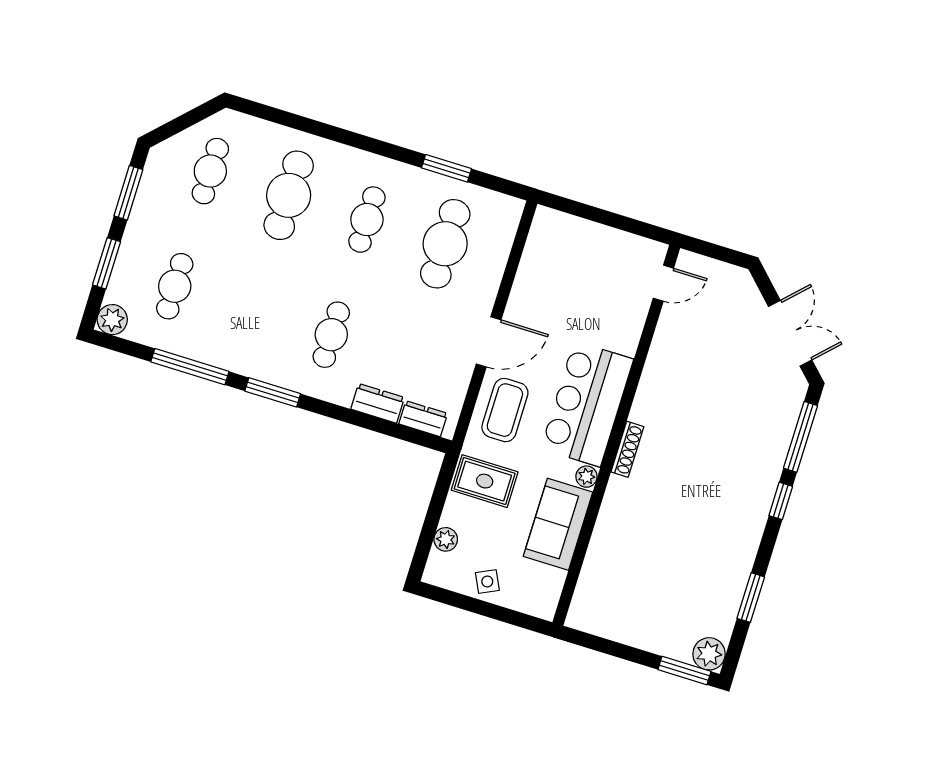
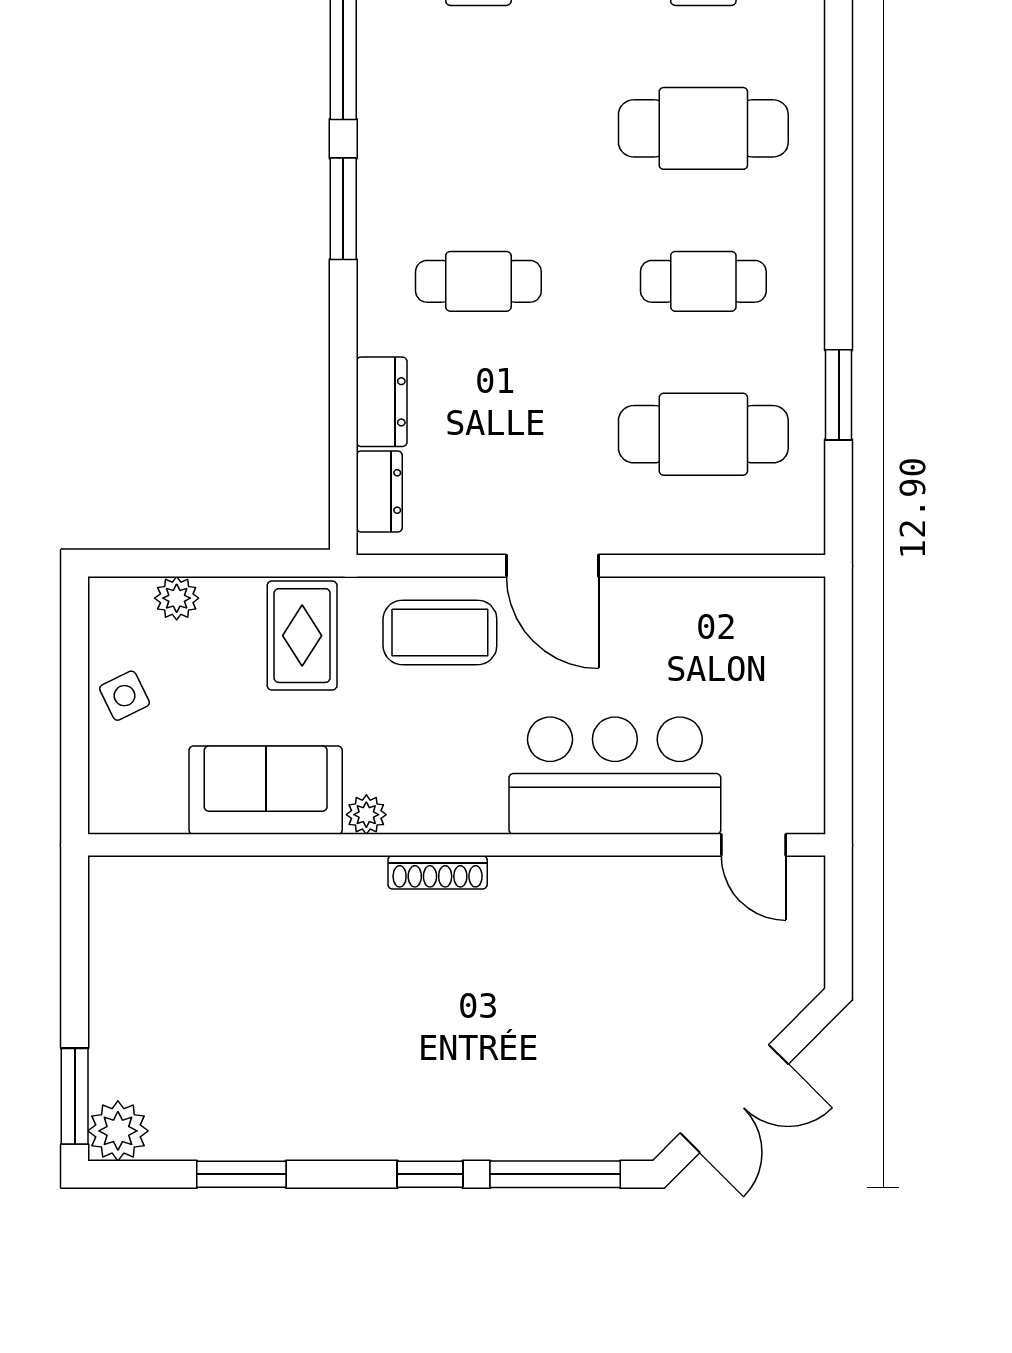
bar counter: (587, 404) -> (615, 776), moved

